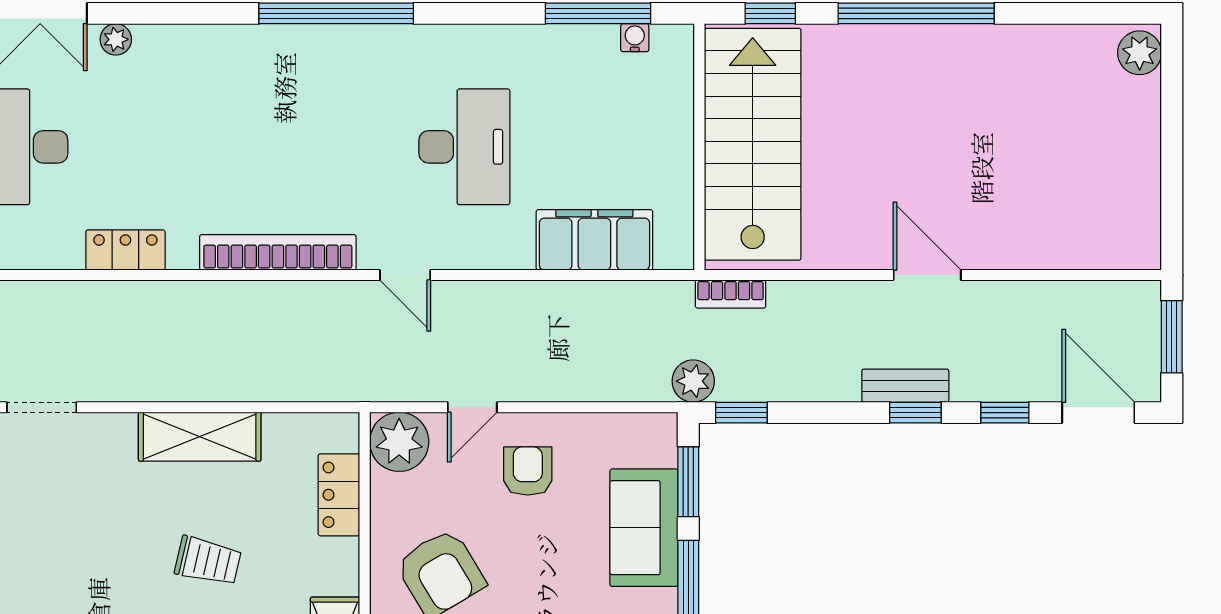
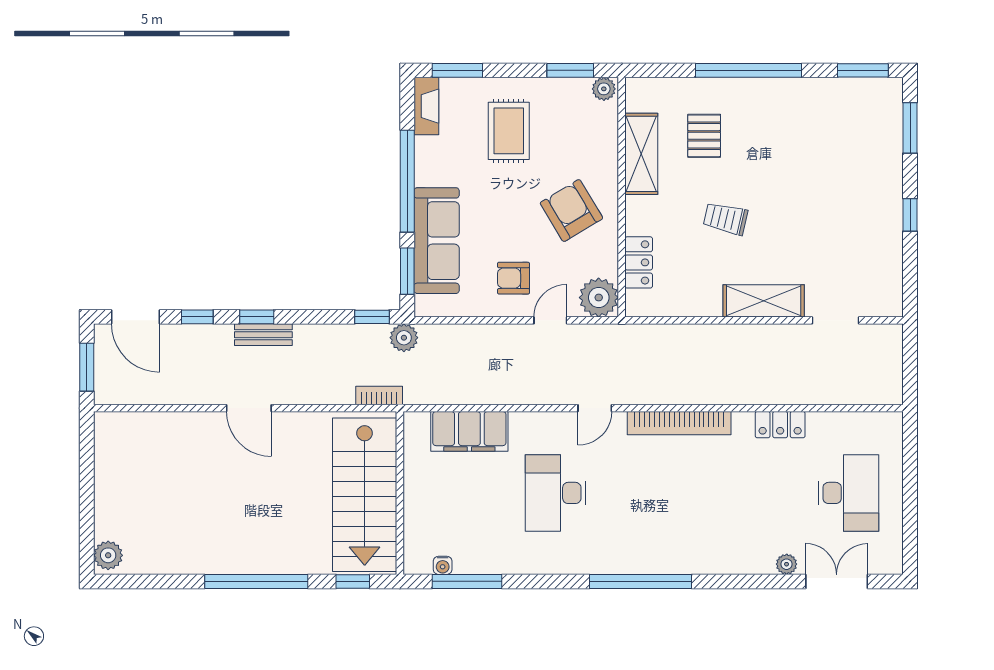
door: (405, 275) -> (595, 408), swing flipped
shelving: (200, 437) -> (764, 301), moved
armchair: (528, 471) -> (514, 278), turned 90
sofa: (644, 528) -> (437, 241), width x1.36

